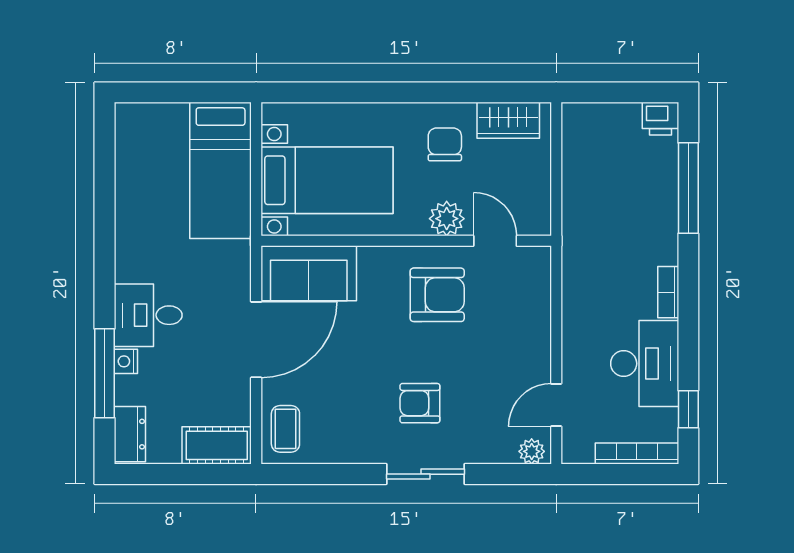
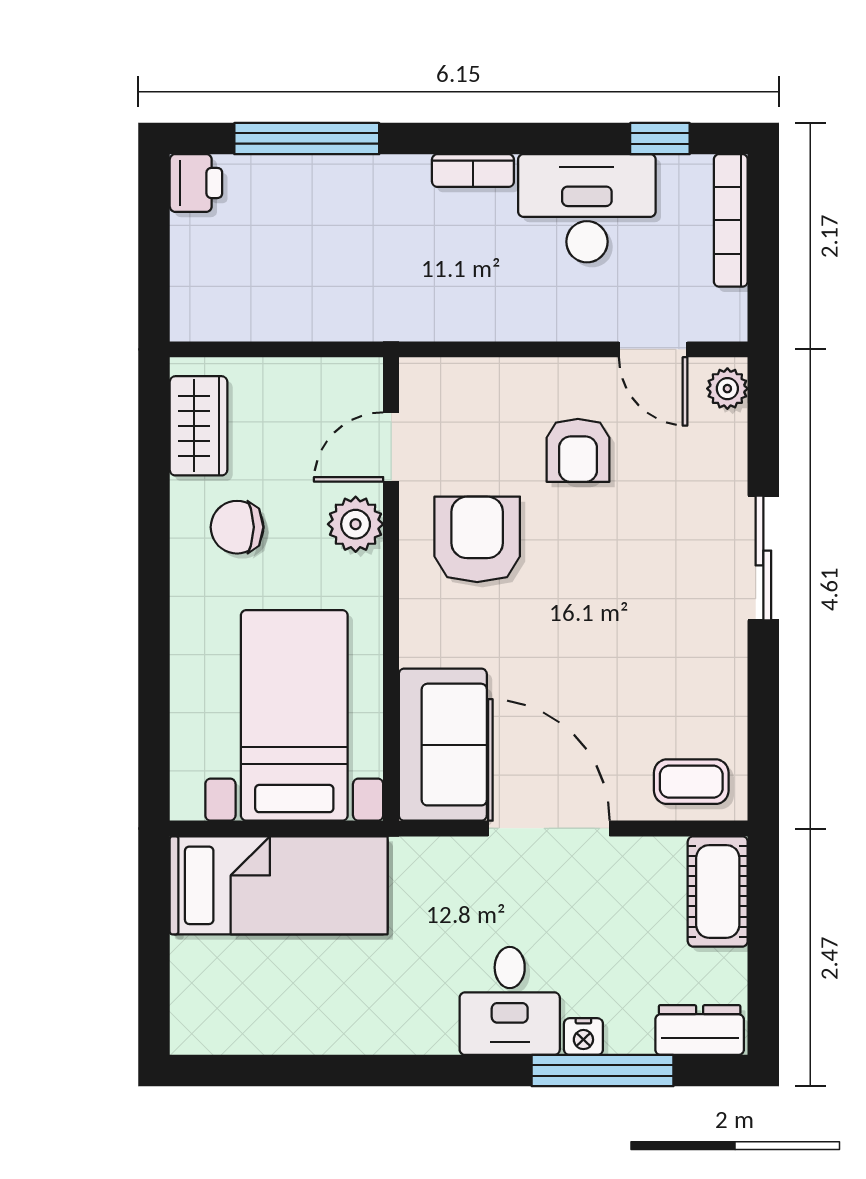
armchair: (420, 403) -> (578, 450), moved

